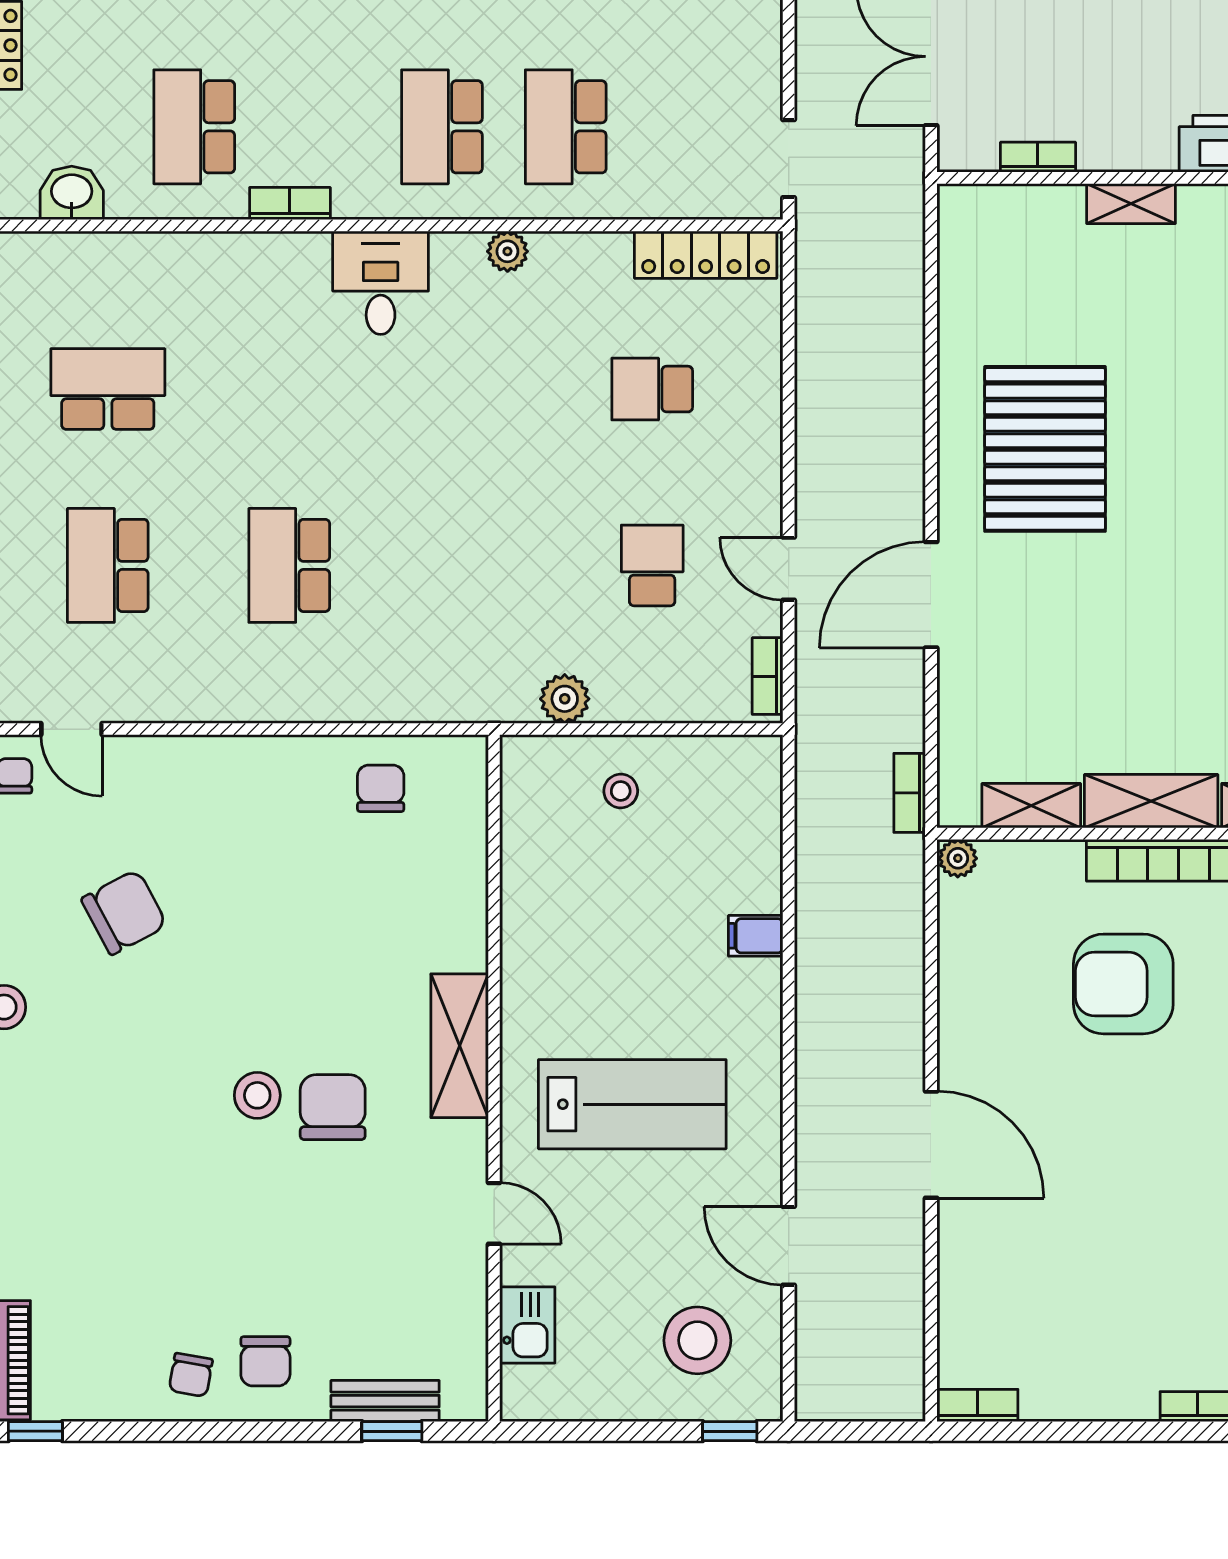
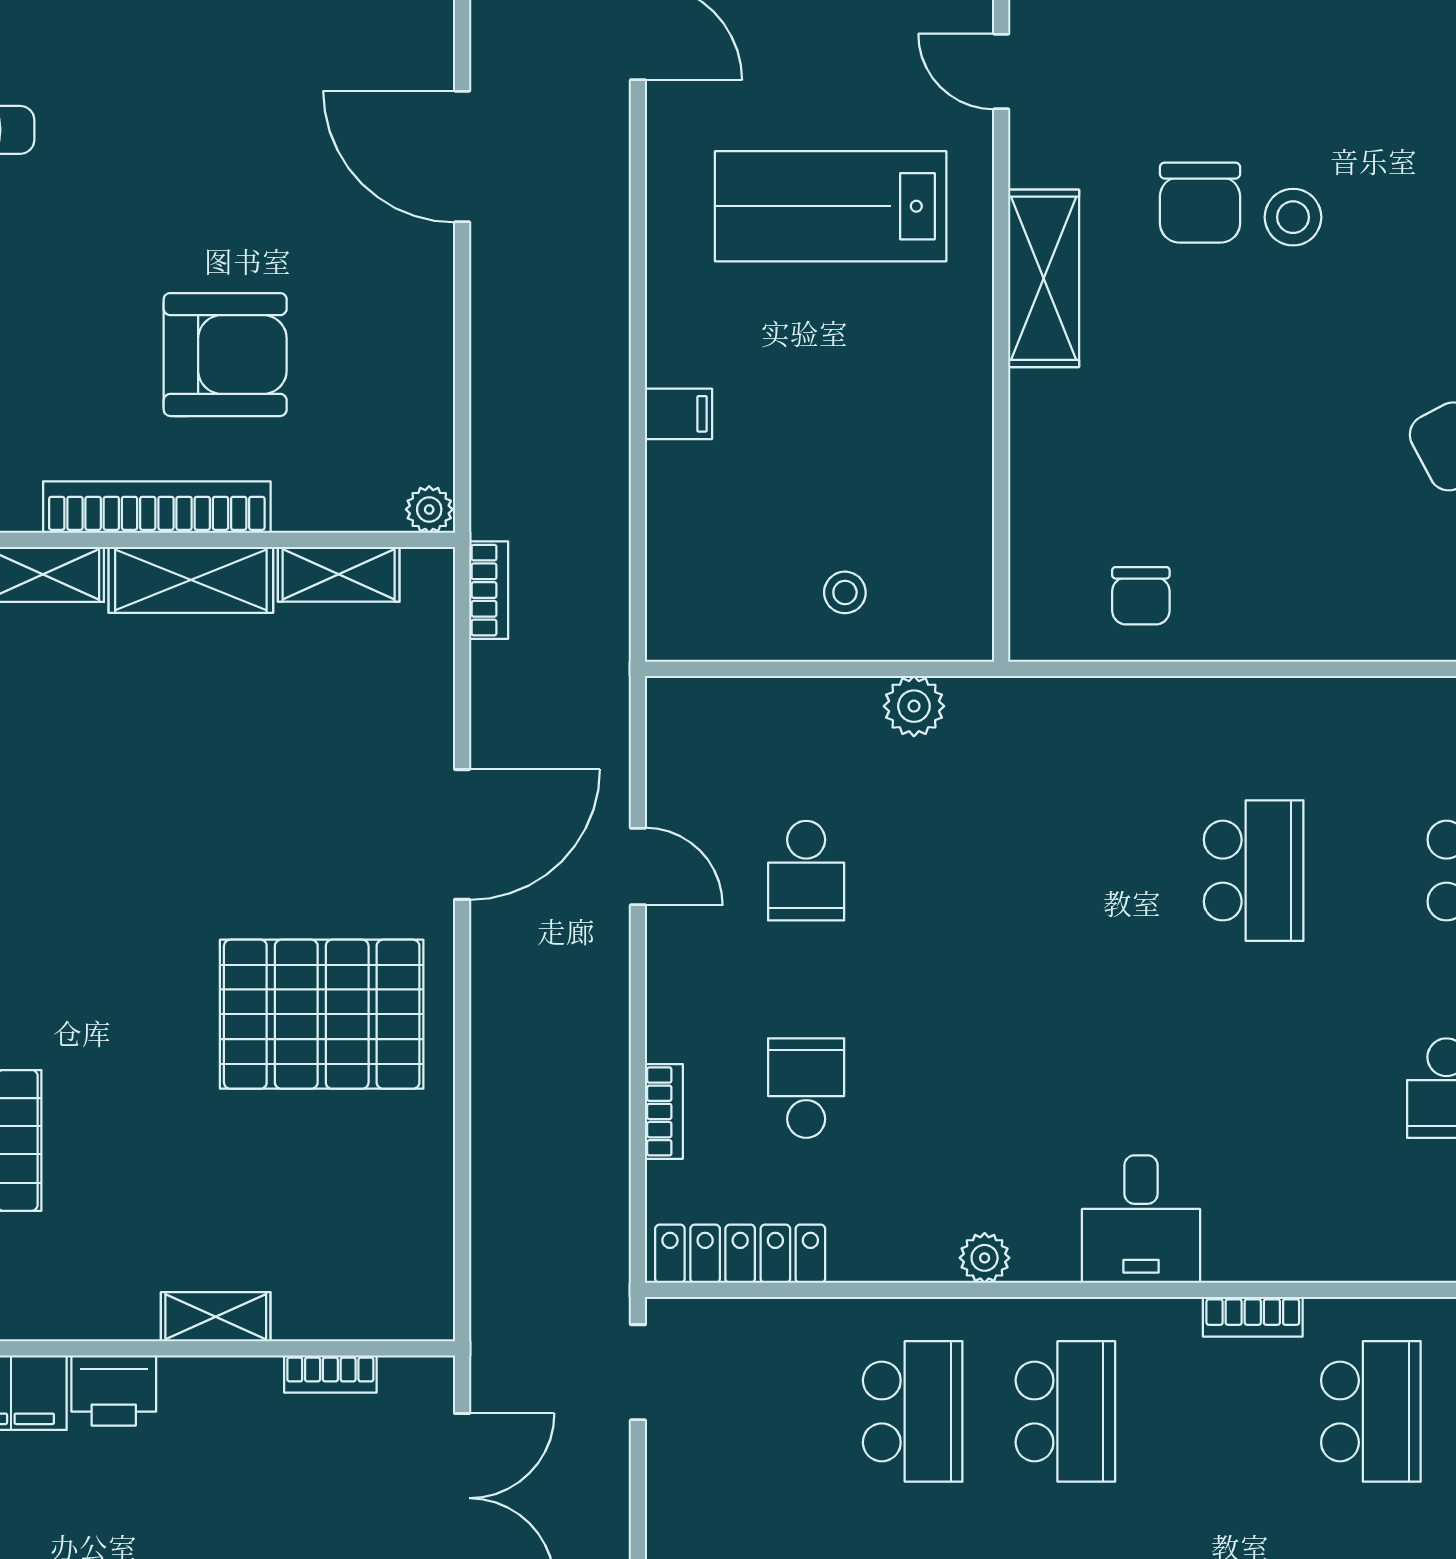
school desk: (652, 389) -> (806, 1088), turned -90
pallet: (1045, 449) -> (322, 1014), turned 90
bookcase: (768, 676) -> (664, 1111), moved

